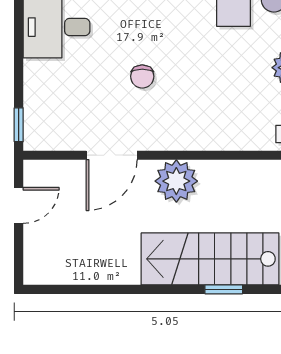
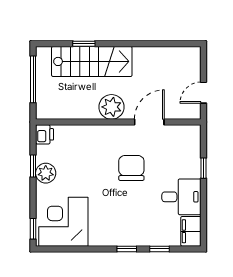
chair: (142, 76) -> (131, 168), width x1.87, depth x1.87
window: (19, 125) -> (204, 168), moved

